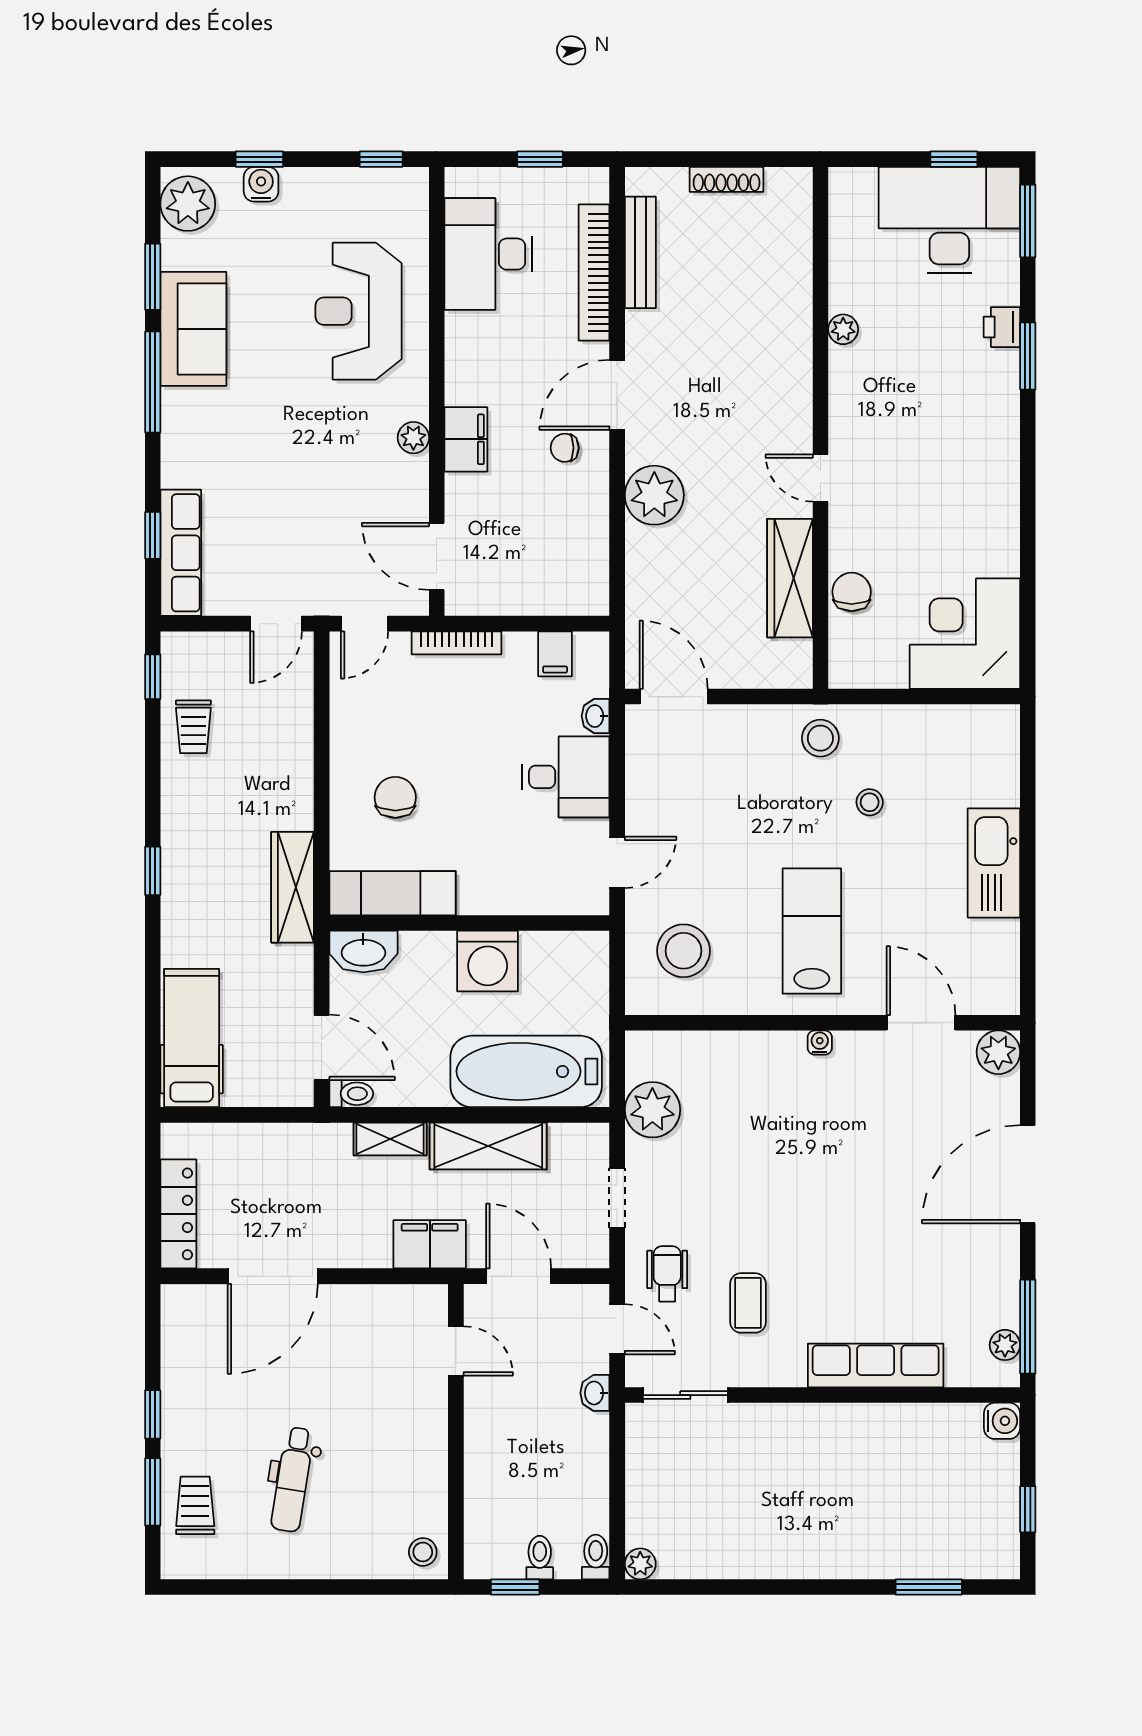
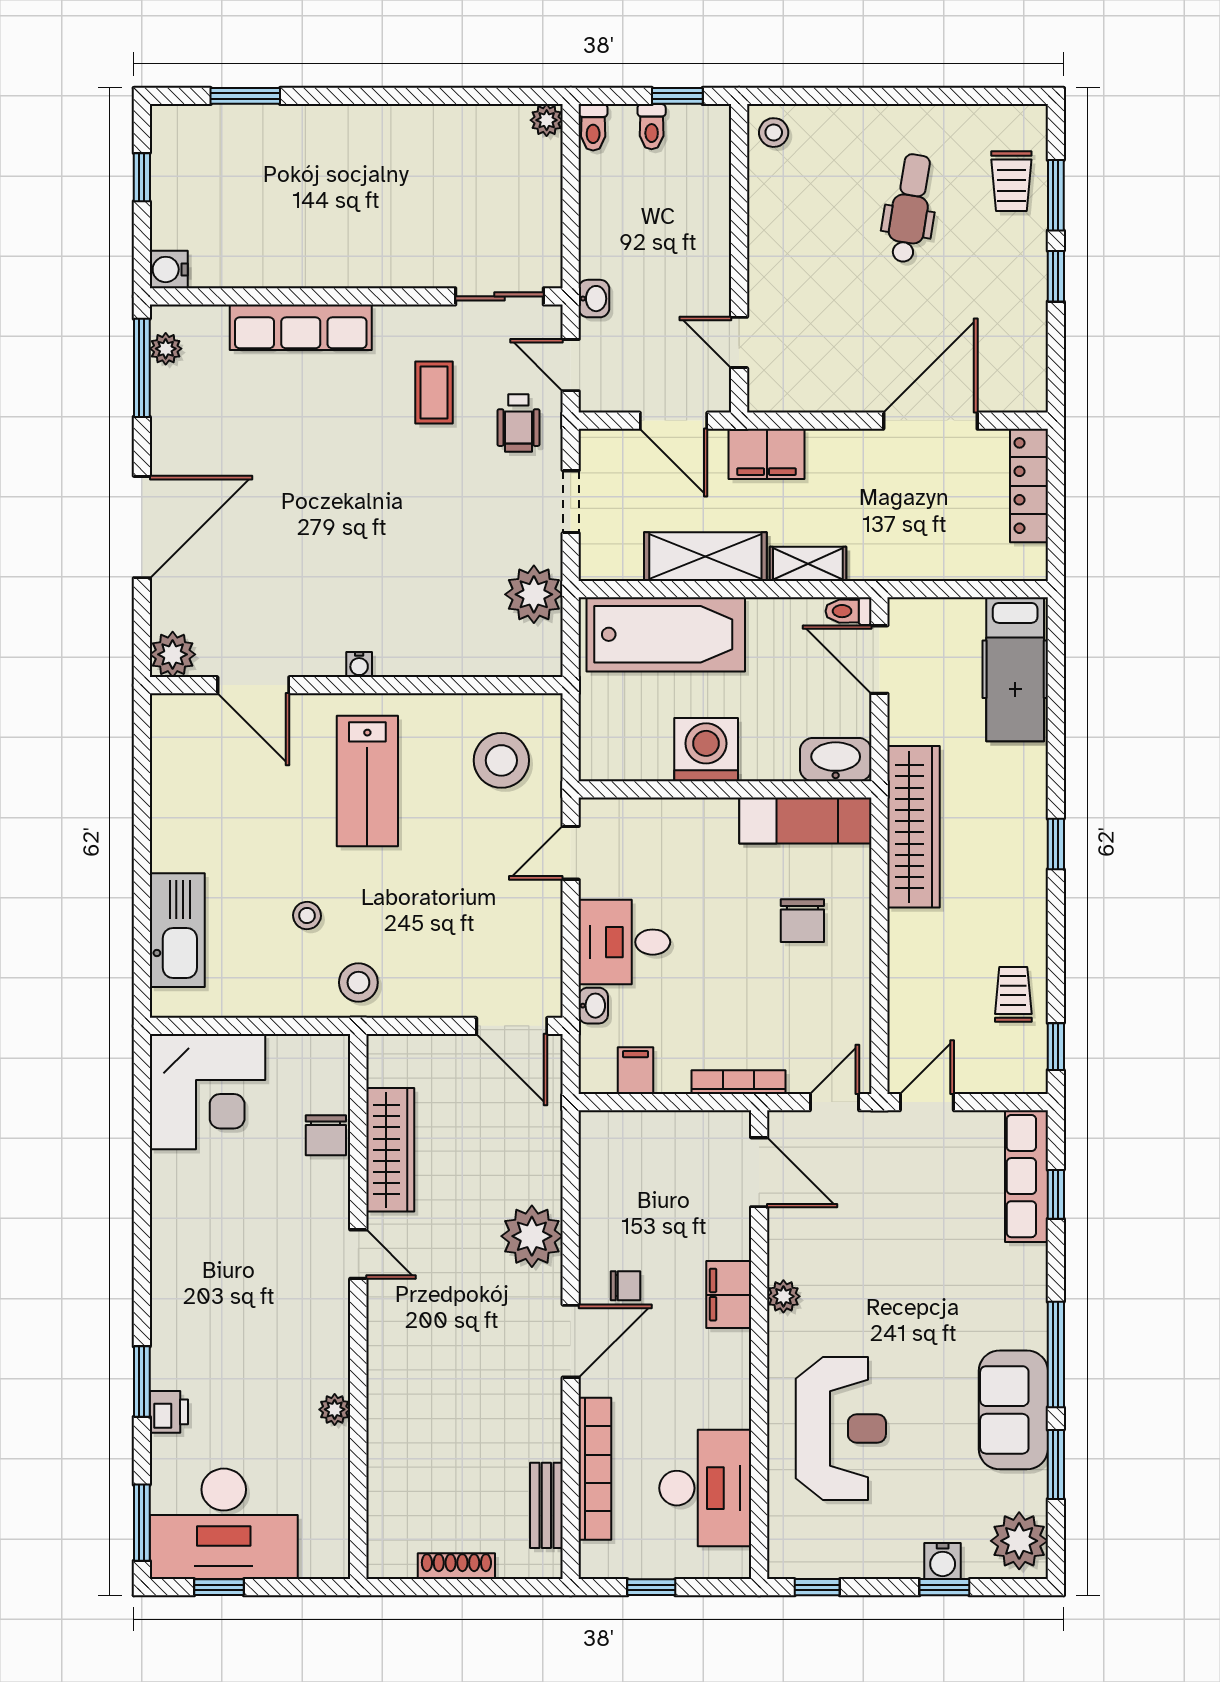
bench: (640, 252) -> (546, 1505), width x0.73
kitchen sink: (994, 863) -> (177, 930), moved
wardrobe: (293, 887) -> (914, 827), width x1.40, depth x1.17

